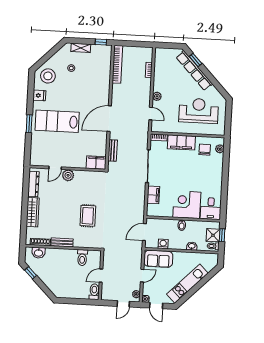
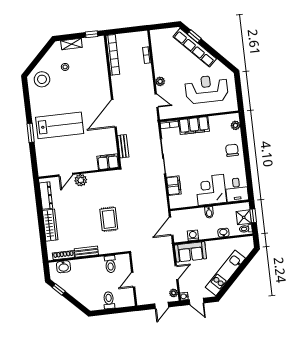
fridge: (39, 95) -> (36, 101), removed
lab bench: (57, 121) -> (60, 125), turned 180
chair: (205, 150) -> (232, 150), moved
toilet: (94, 292) -> (109, 300), moved

